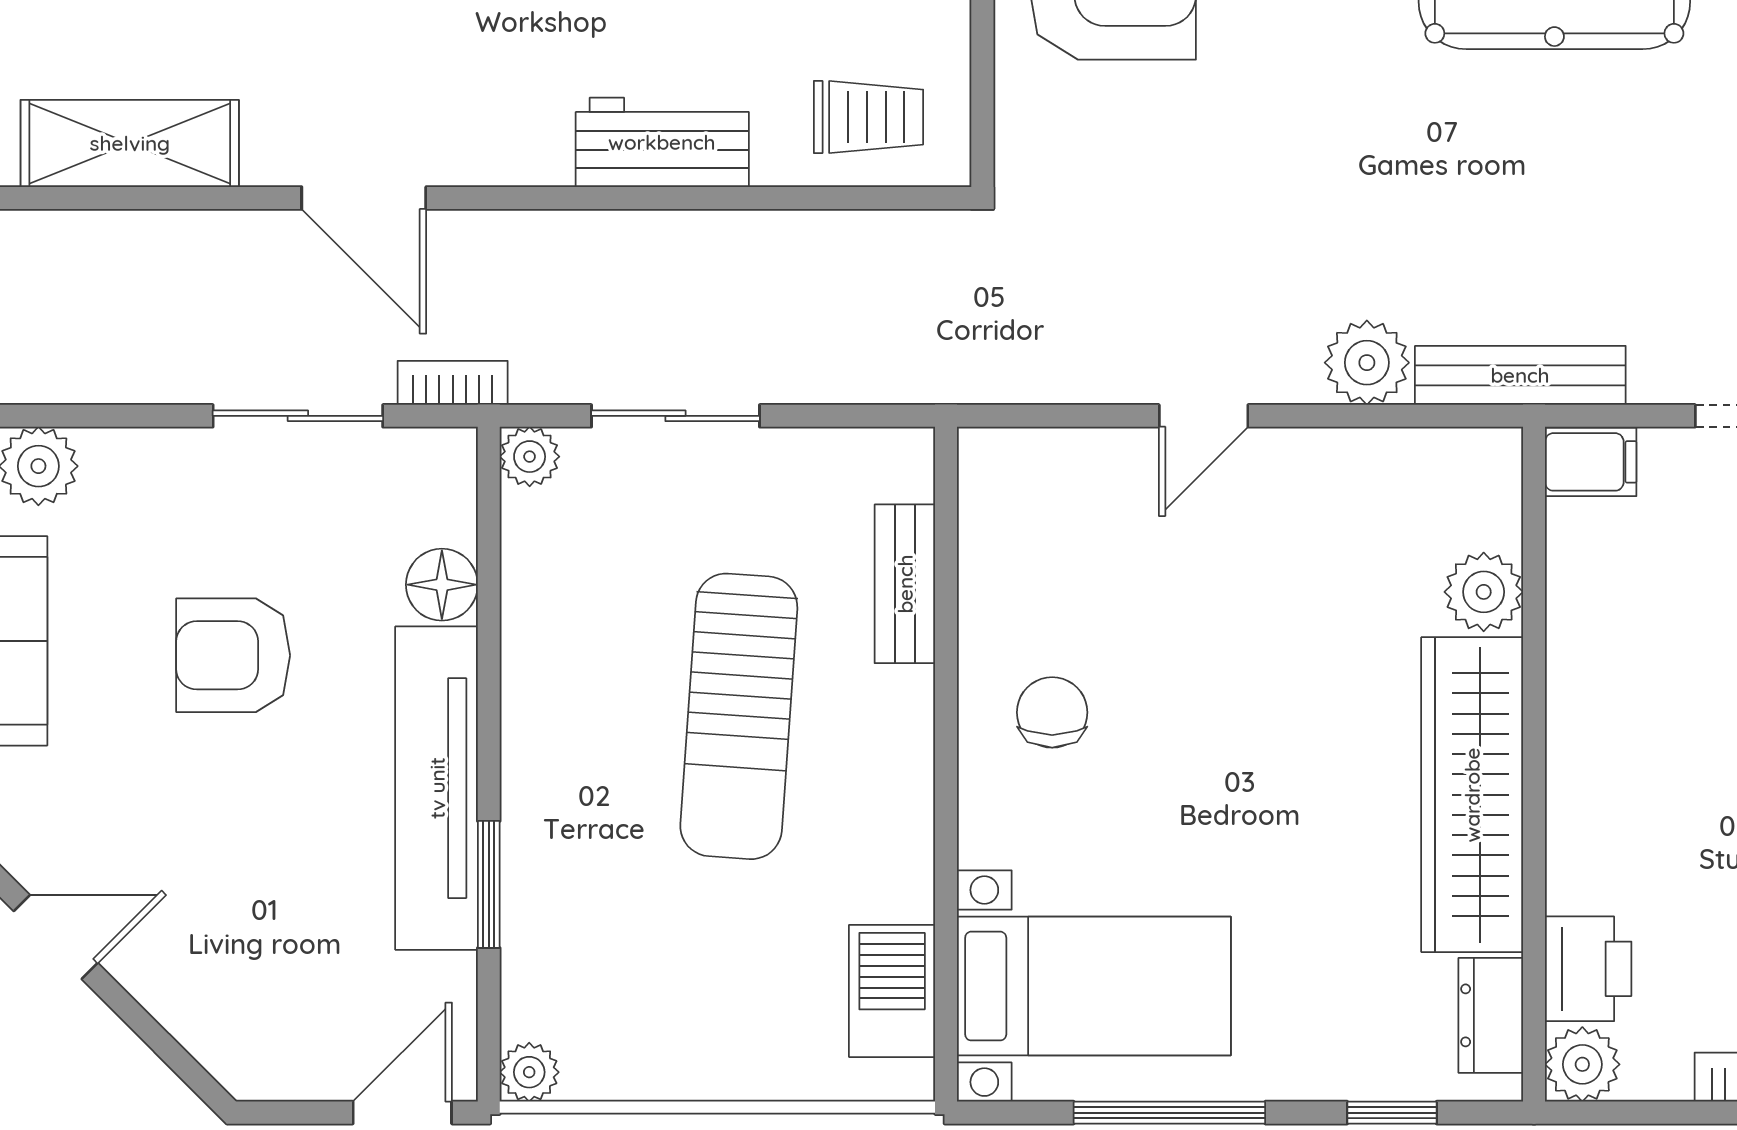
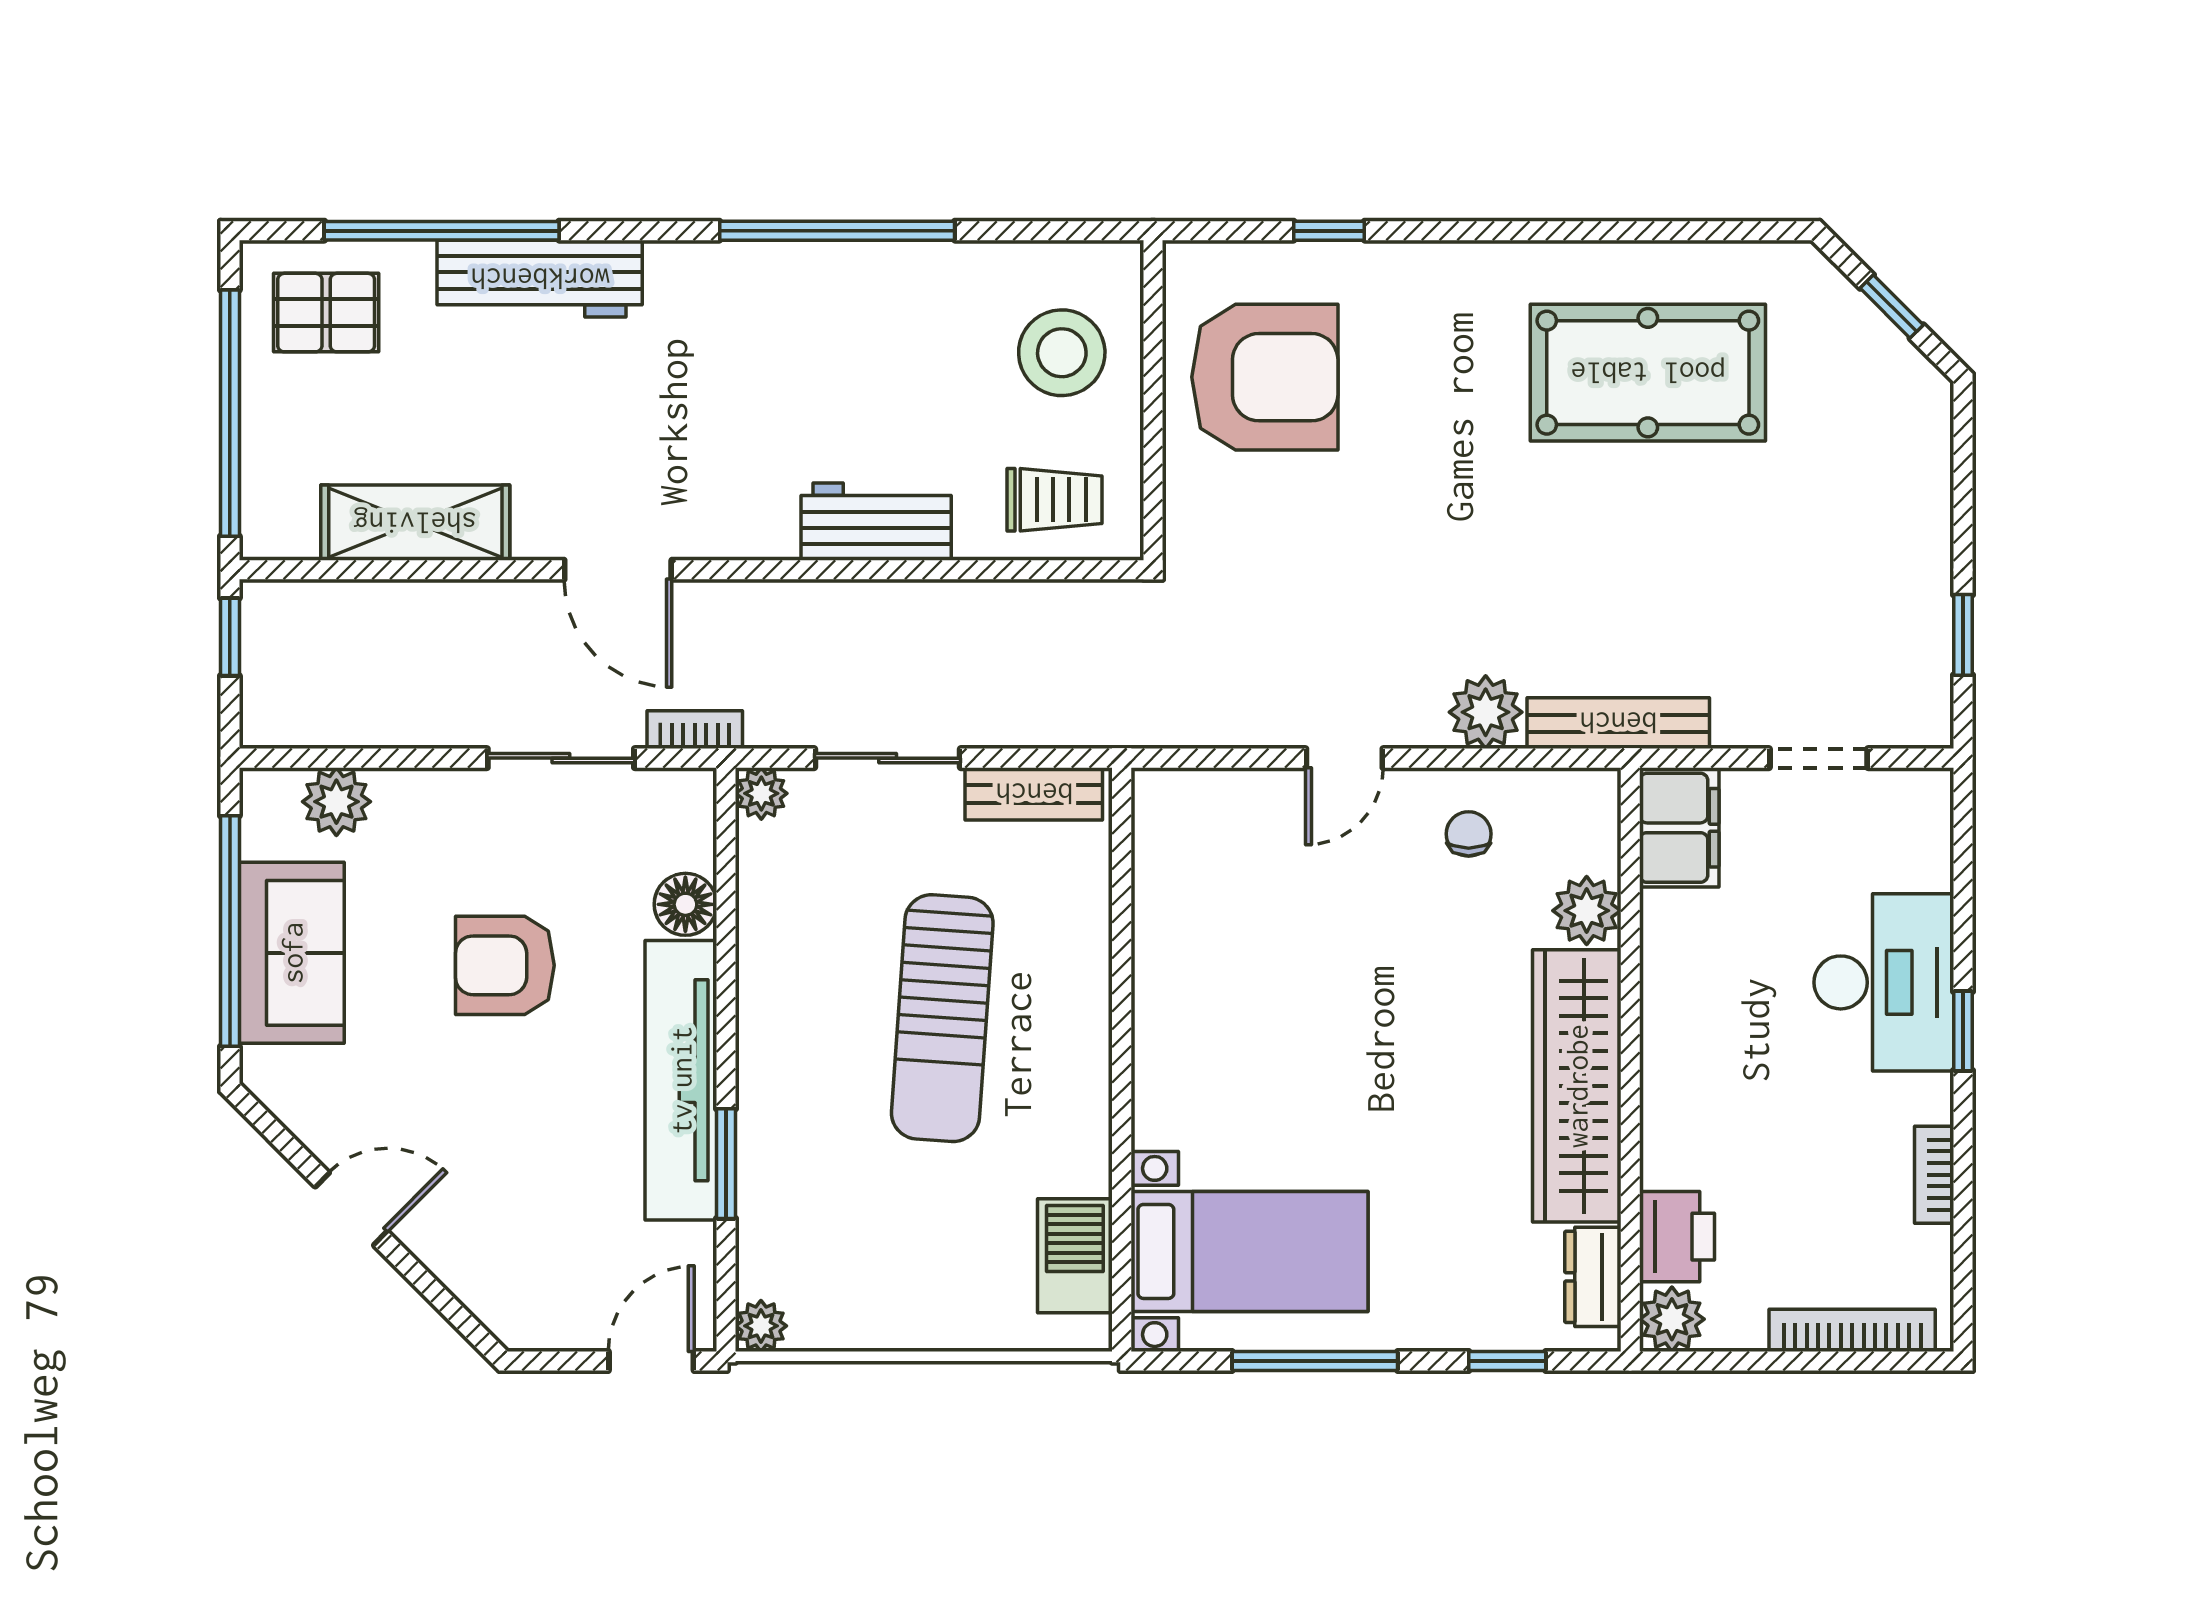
filing cabinet: (1591, 462) -> (1679, 828), width x2.00
bench: (905, 584) -> (1034, 794), moved, turned 90
chair: (1052, 712) -> (1469, 834), moved, width x0.73, depth x0.73

